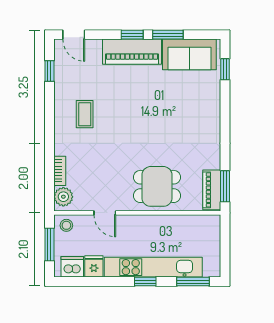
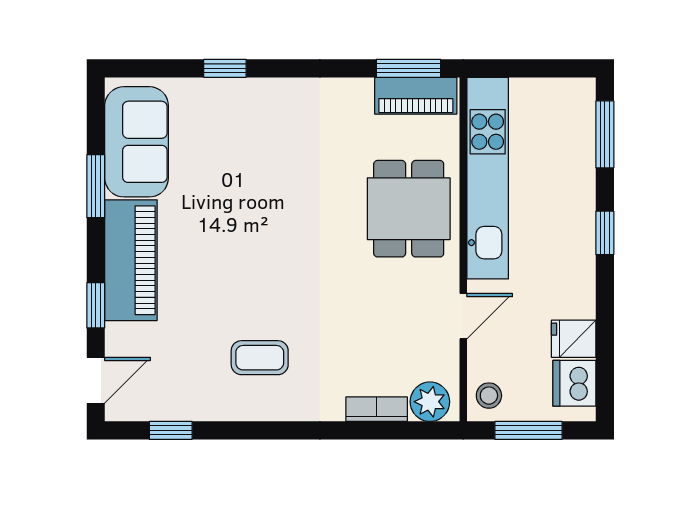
window: (132, 35) -> (96, 305), moved
window: (225, 69) -> (225, 68), moved
kitchen unit: (153, 267) -> (488, 178), moved, turned 180

